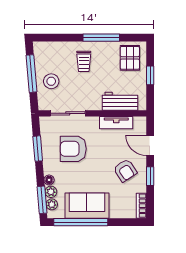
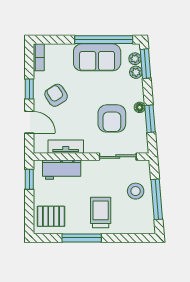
pallet: (130, 58) -> (51, 216), turned 90
trolley: (84, 61) -> (101, 213), width x1.36, depth x1.39
window: (150, 75) -> (29, 179), moved
armchair: (73, 149) -> (112, 118), turned 90
floor lamp: (49, 180) -> (140, 107), moved

